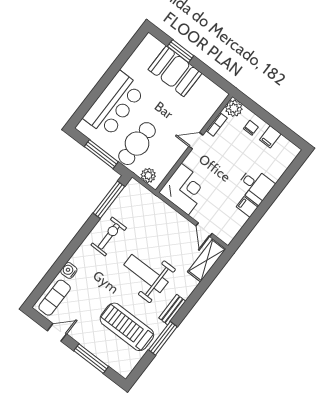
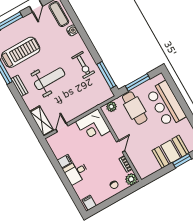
filing cabinet: (270, 137) -> (89, 203), moved
door: (204, 230) -> (62, 128), hinge flipped

